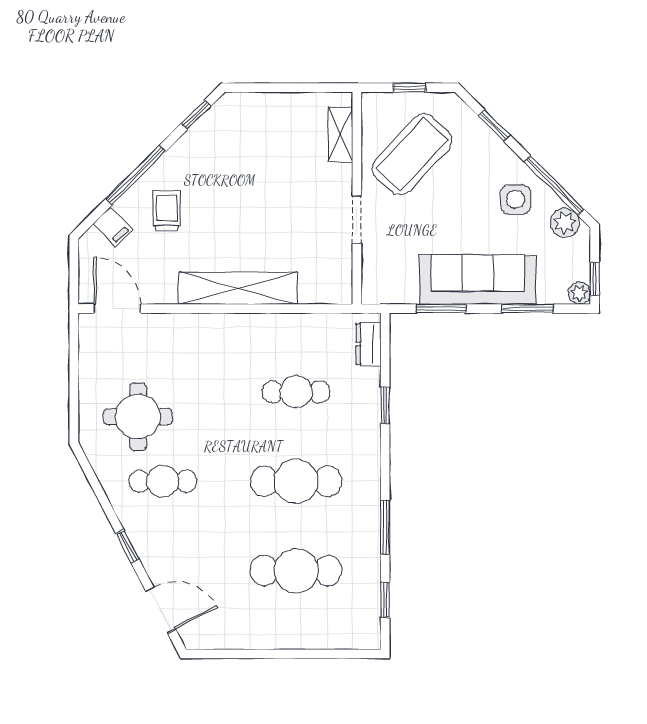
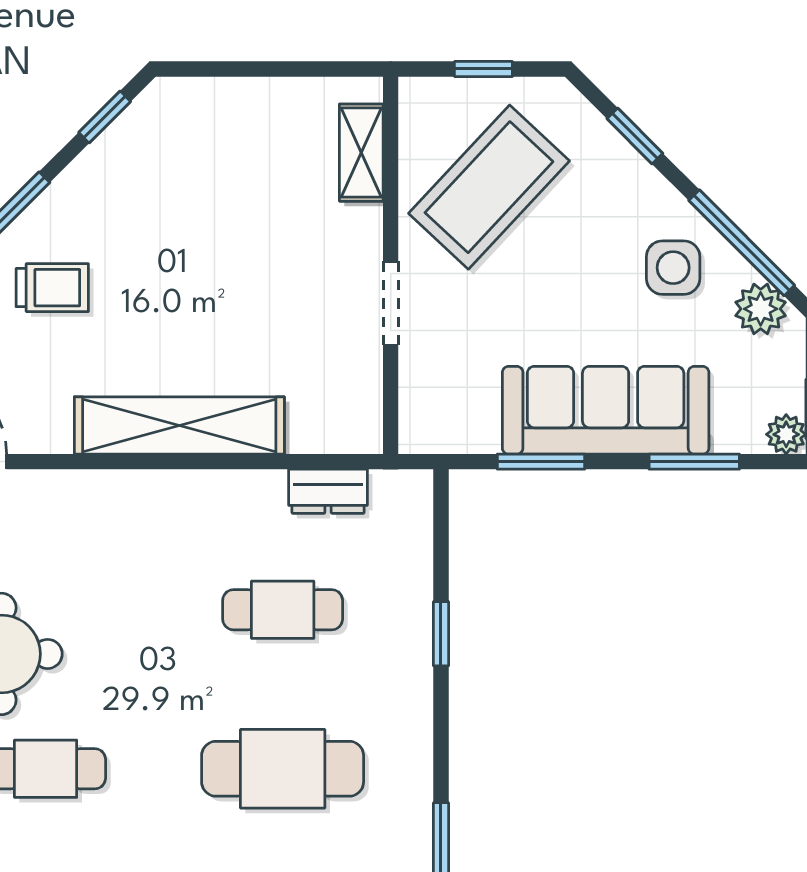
trolley: (167, 211) -> (52, 288), turned 90
dresser: (369, 344) -> (328, 491), moved, turned -90

